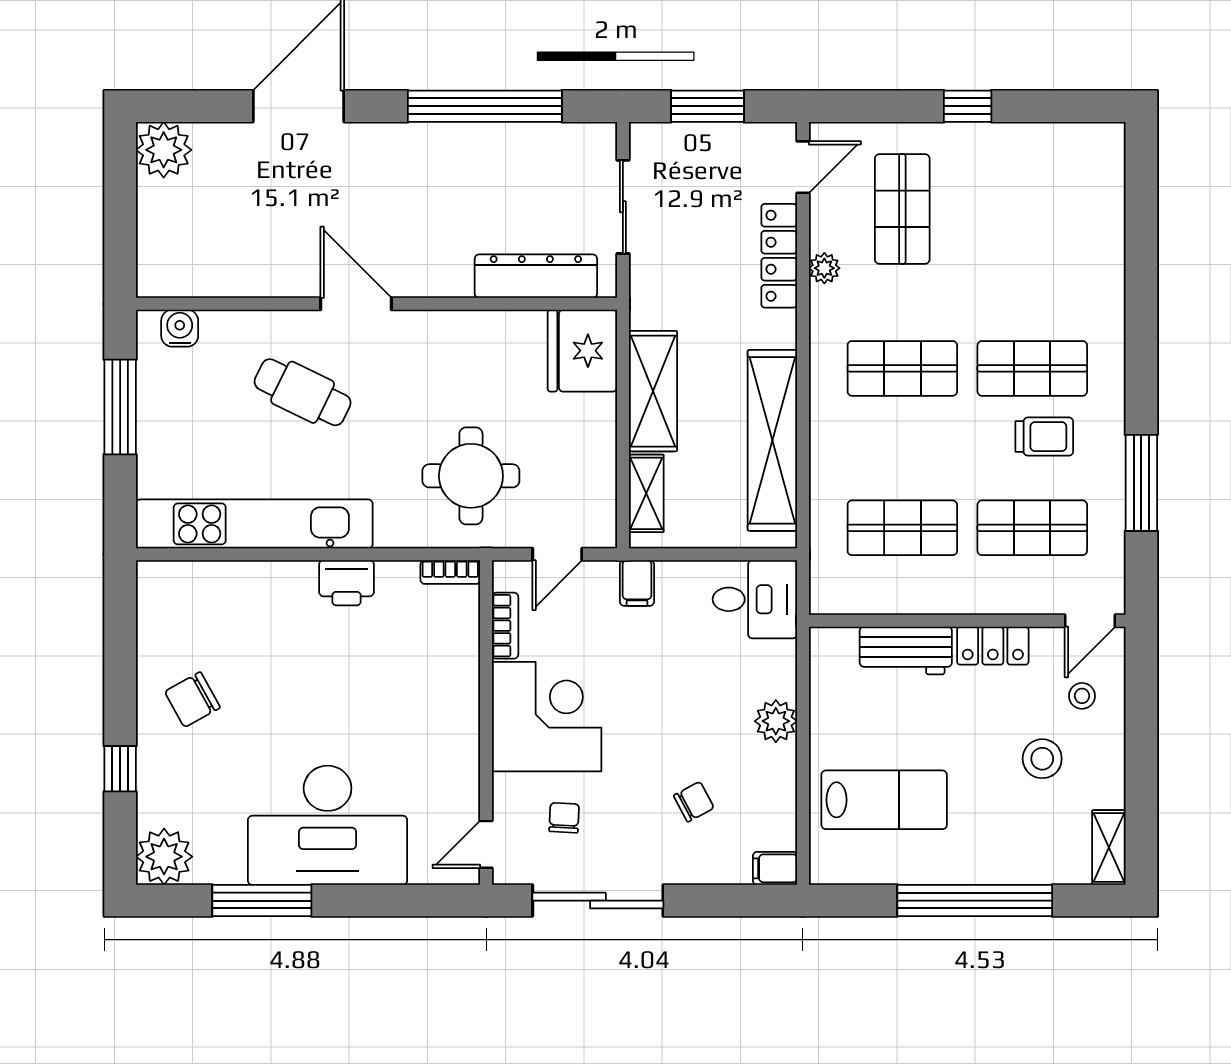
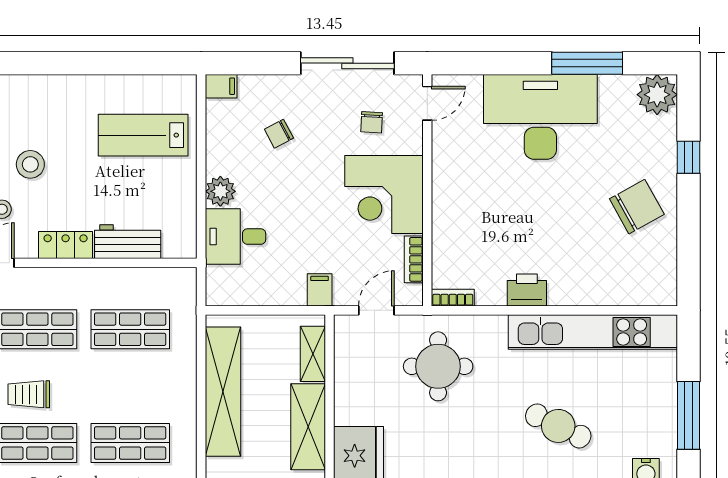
desk: (755, 599) -> (235, 237), moved
chair: (192, 700) -> (637, 207), width x1.37, depth x1.37
window: (975, 901) -> (79, 63), removed

